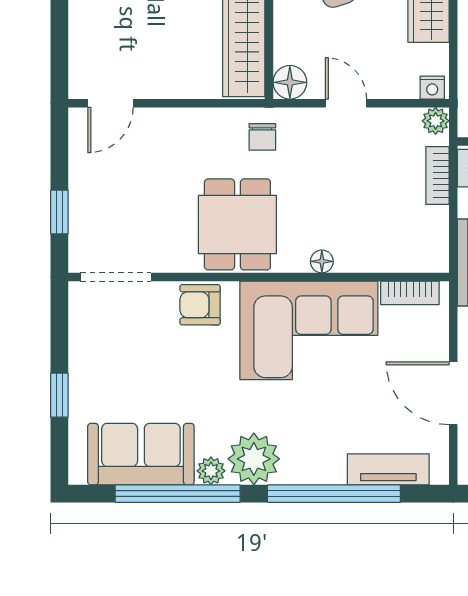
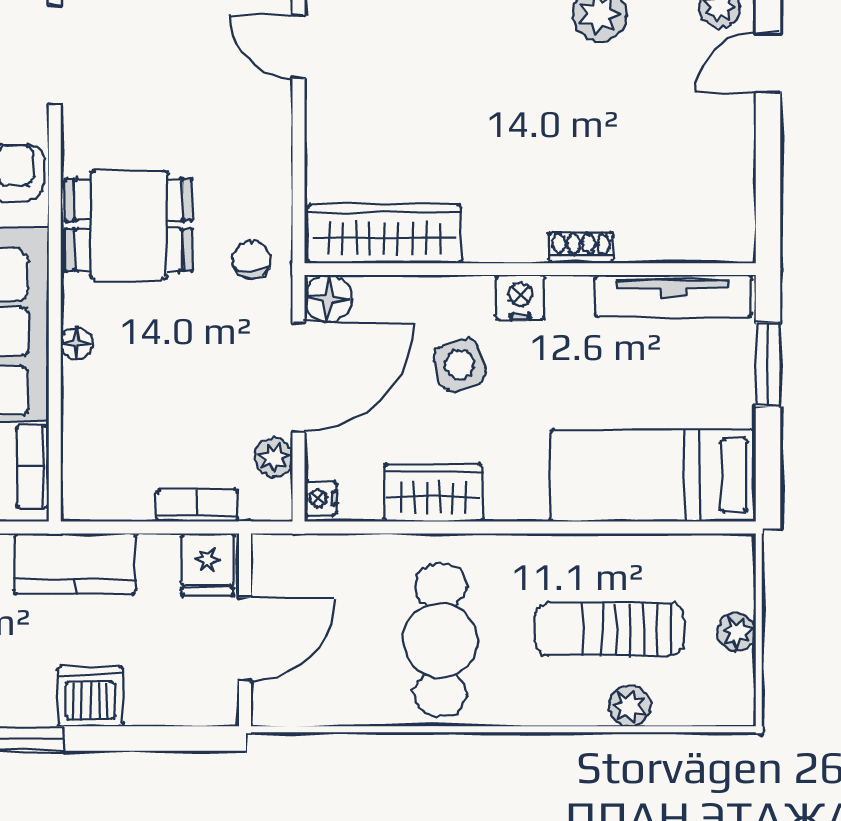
door: (346, 103) -> (299, 377), width x1.88
plant: (436, 121) -> (274, 457), moved
chair: (262, 137) -> (251, 260), turned 90

